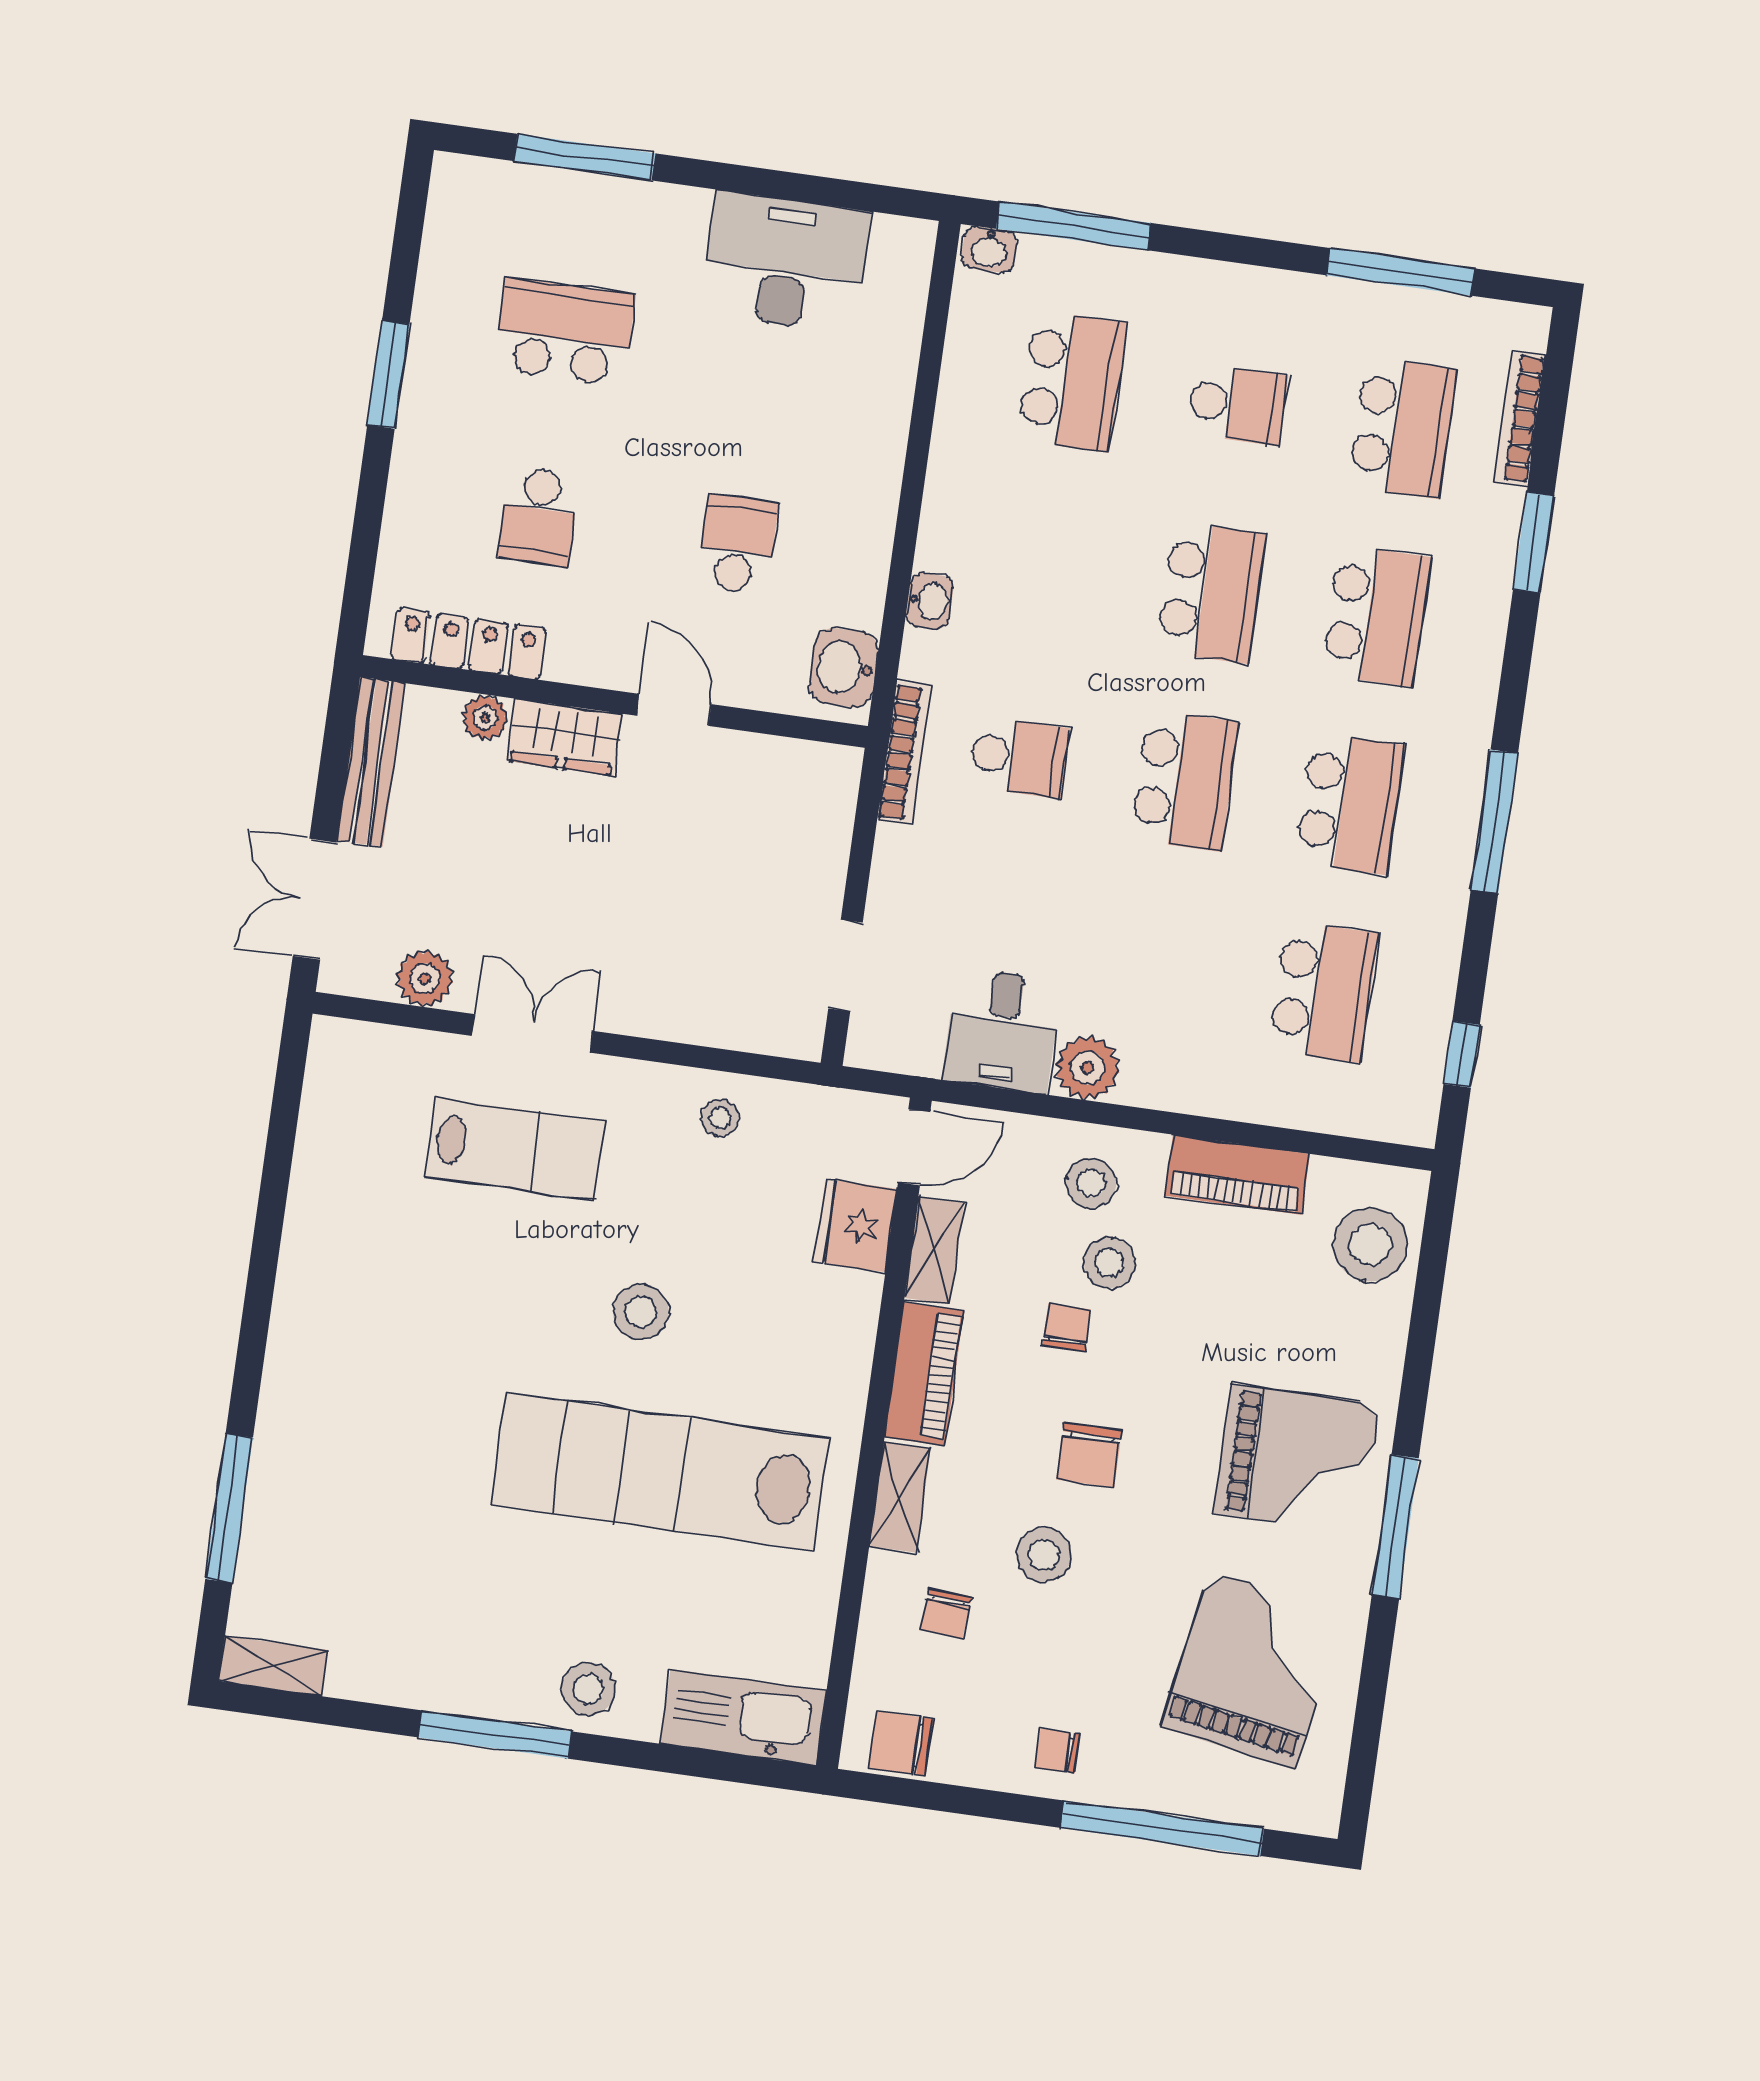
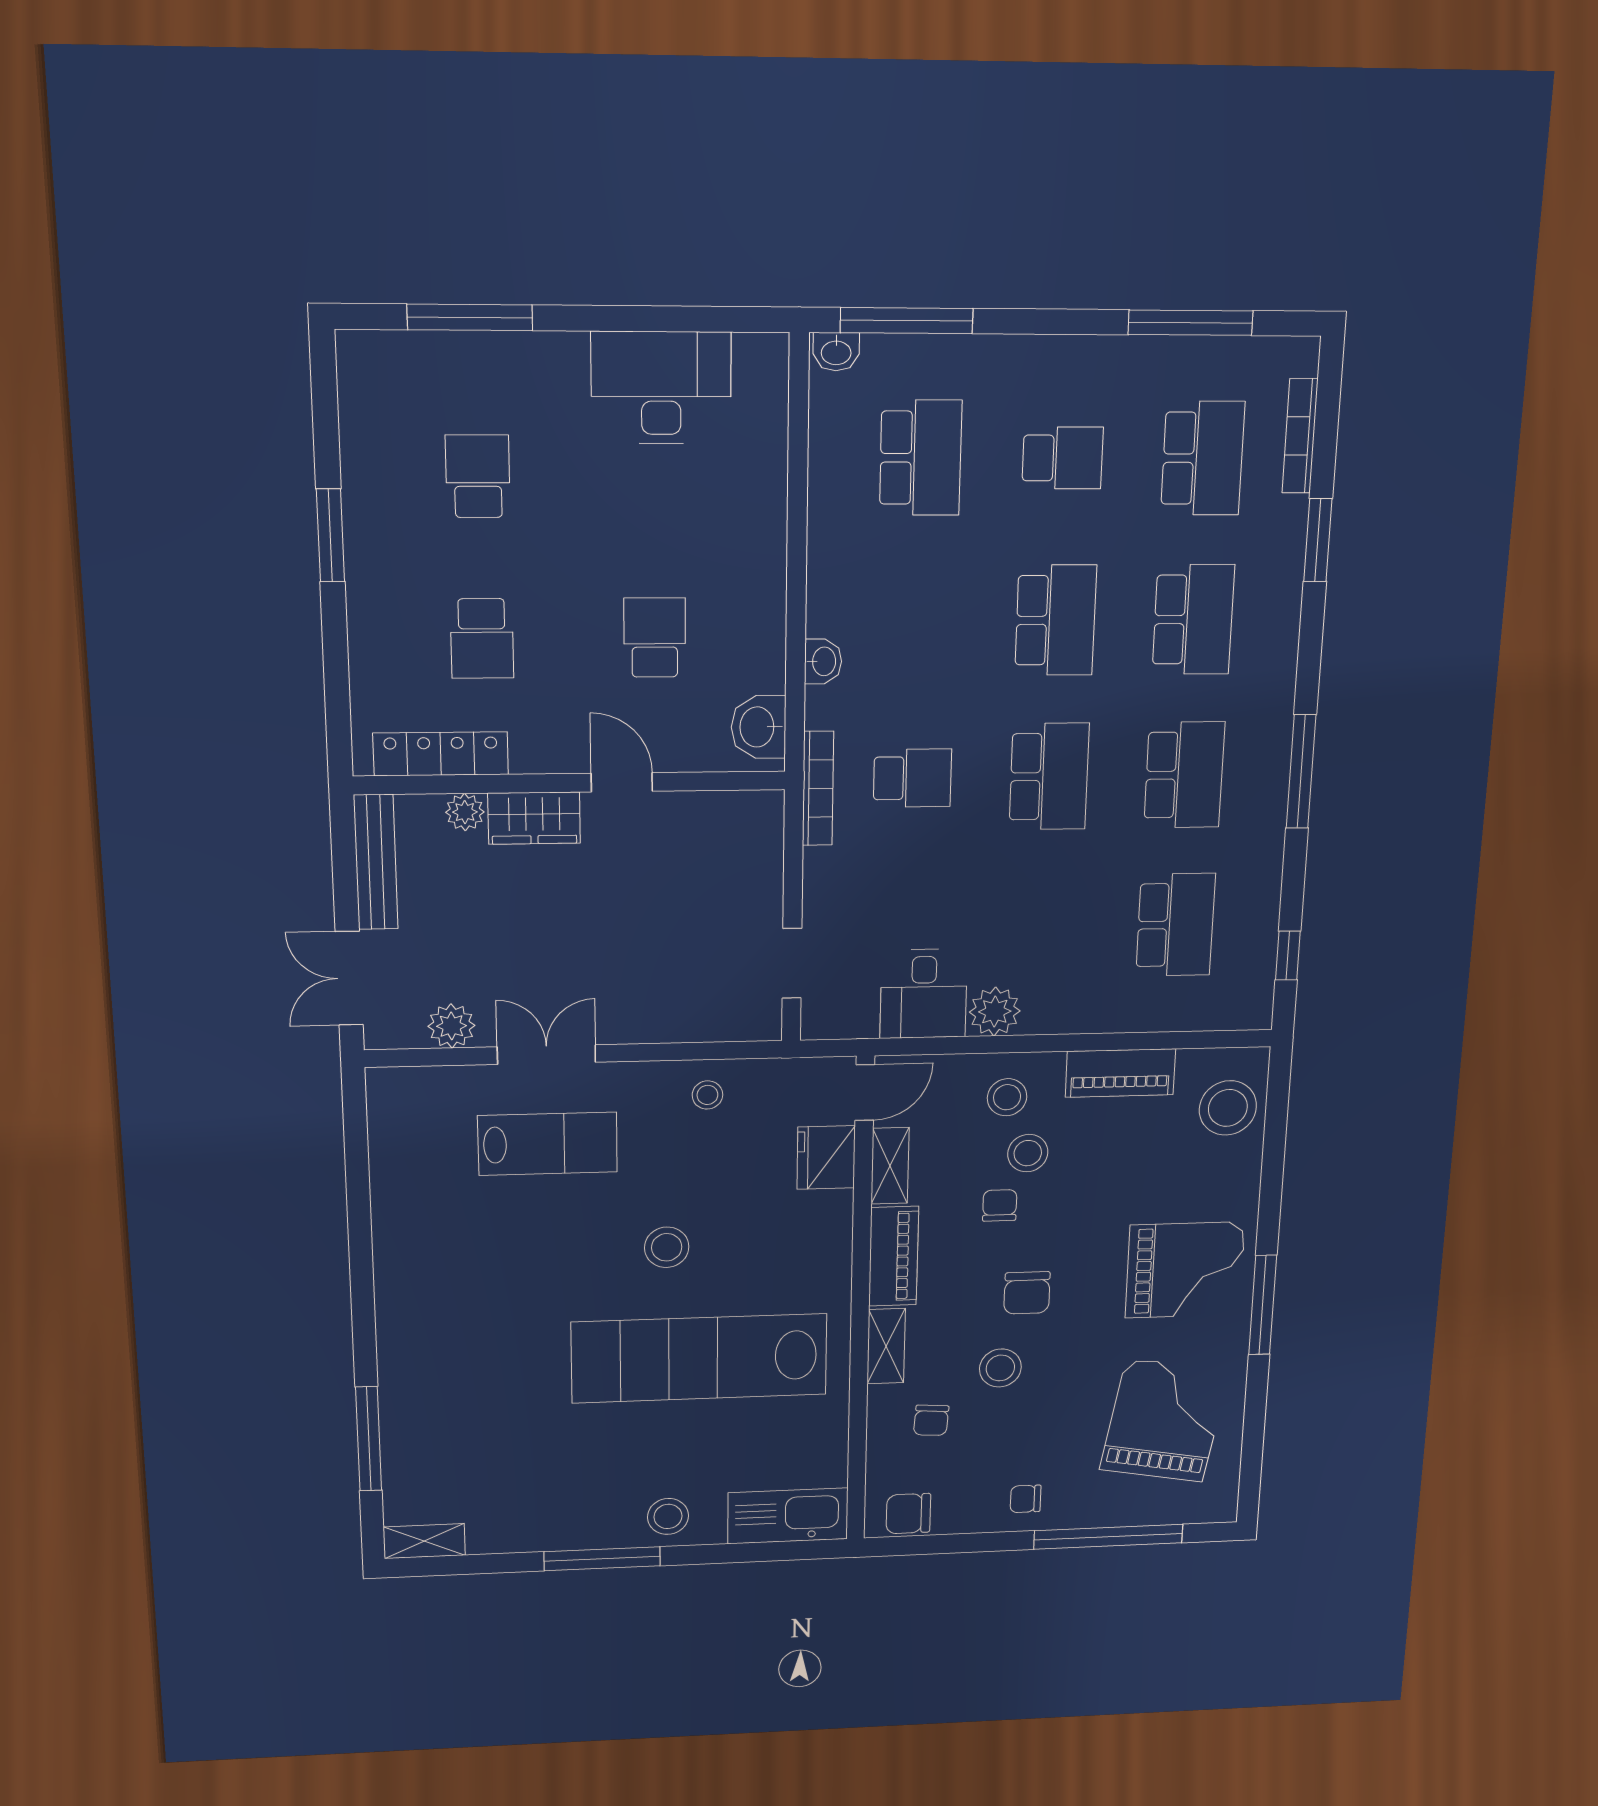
school desk: (565, 332) -> (478, 476), width x0.54

